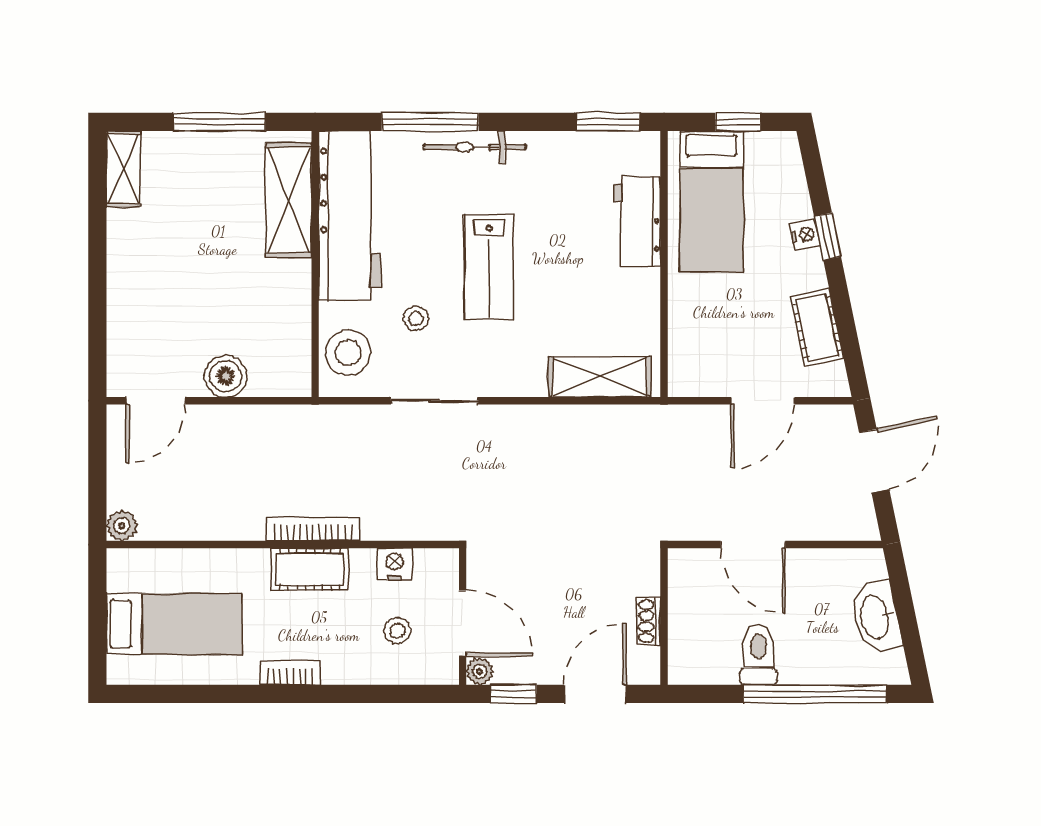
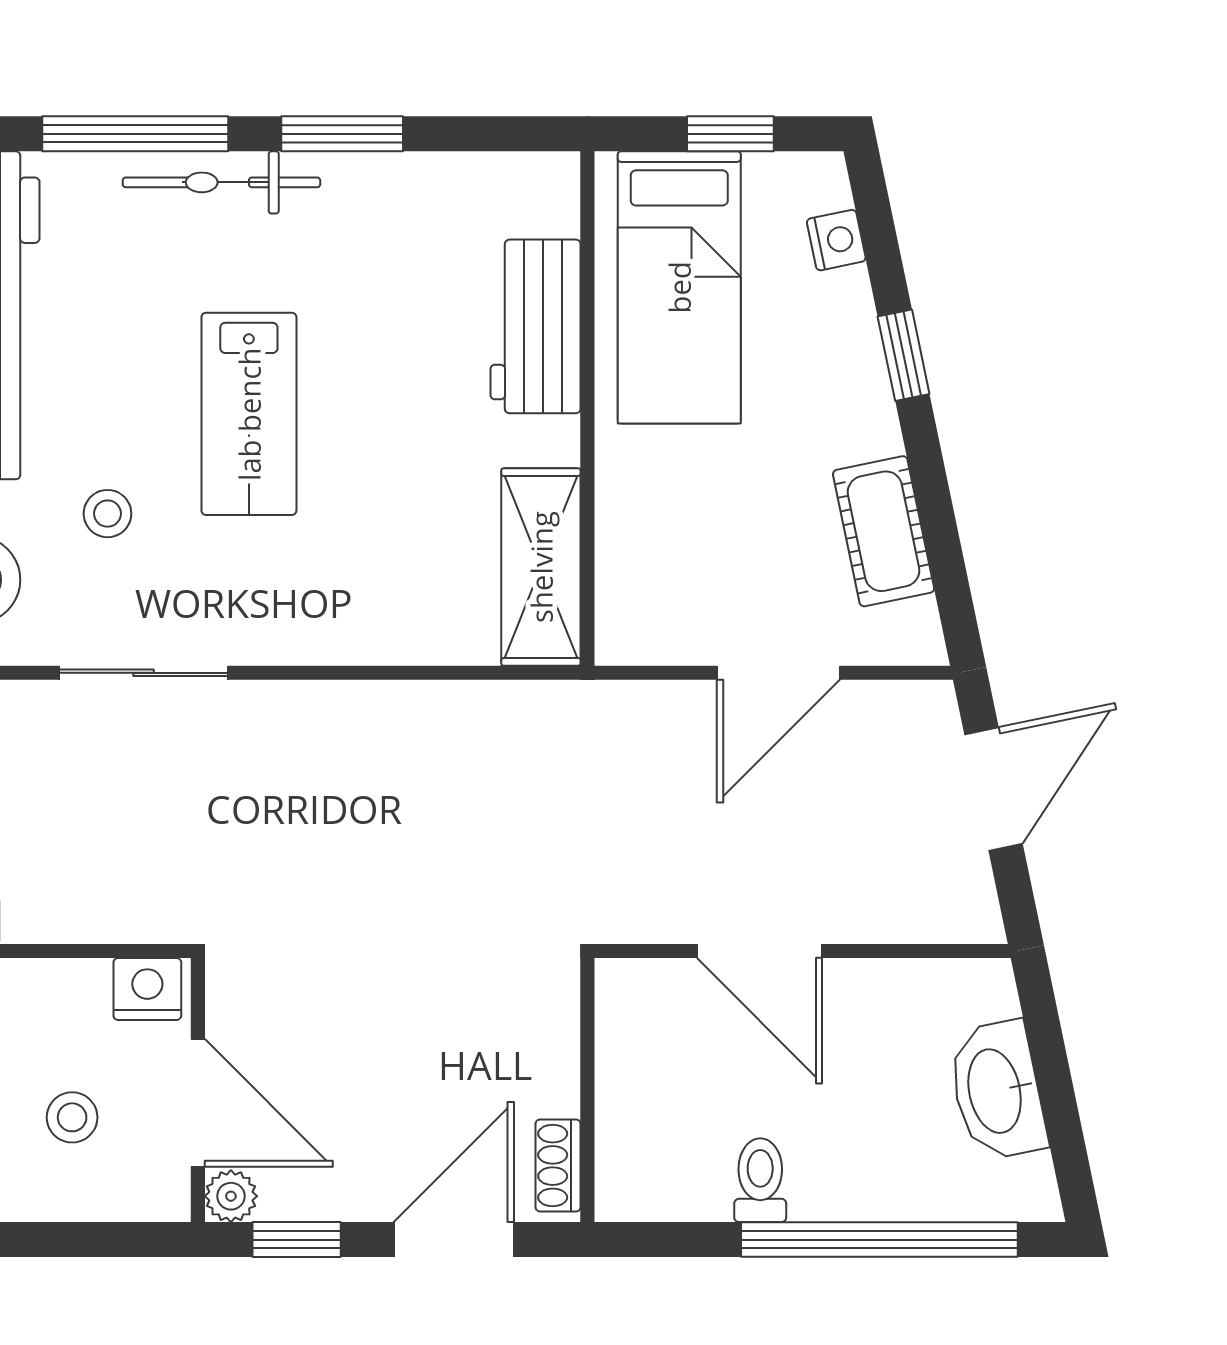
window: (608, 122) -> (342, 134), moved
nightstand: (805, 234) -> (836, 240), moved
shelving: (600, 377) -> (541, 567), moved, turned 90
nightstand: (394, 564) -> (147, 989), moved
shoe rack: (649, 621) -> (558, 1166), moved
toilet: (758, 655) -> (760, 1180), width x0.73, depth x0.72

